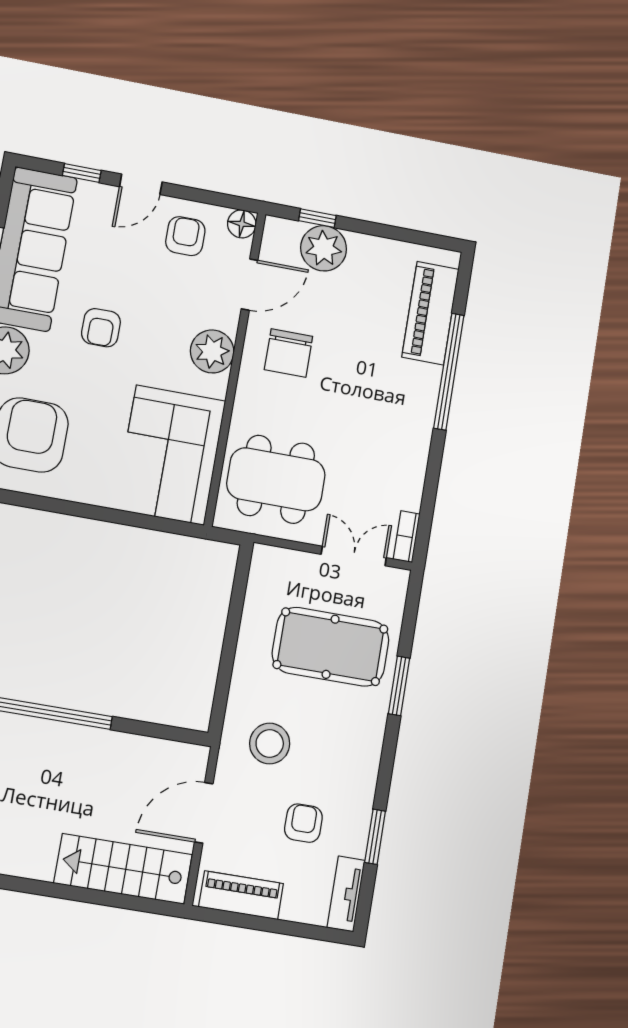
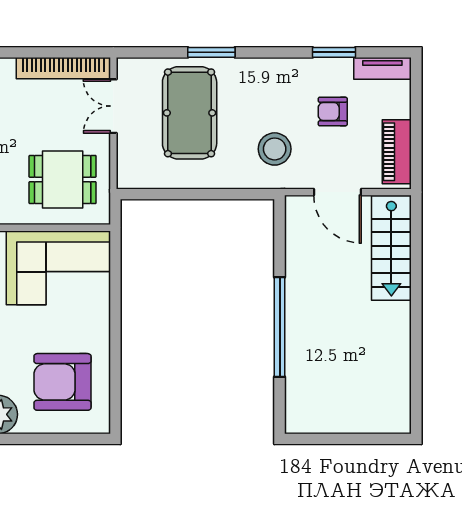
dining table: (276, 479) -> (63, 179), width x0.73
bookcase: (407, 537) -> (63, 68), width x2.31, depth x1.31

